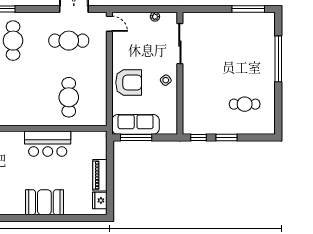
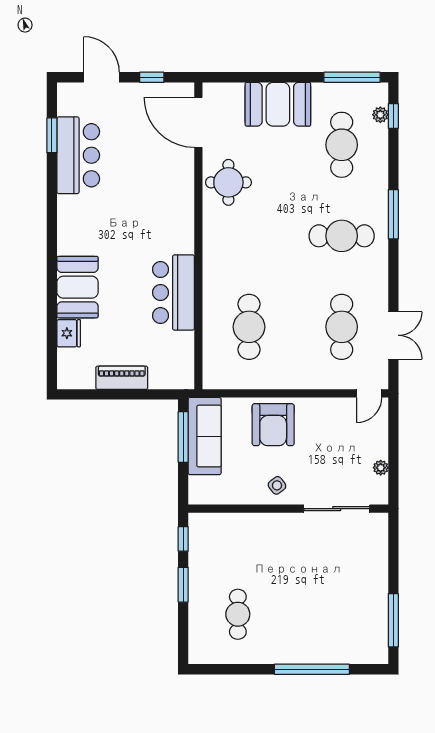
cafe table: (69, 97) -> (249, 327), turned 90
fridge: (100, 200) -> (69, 333), moved, turned 90

